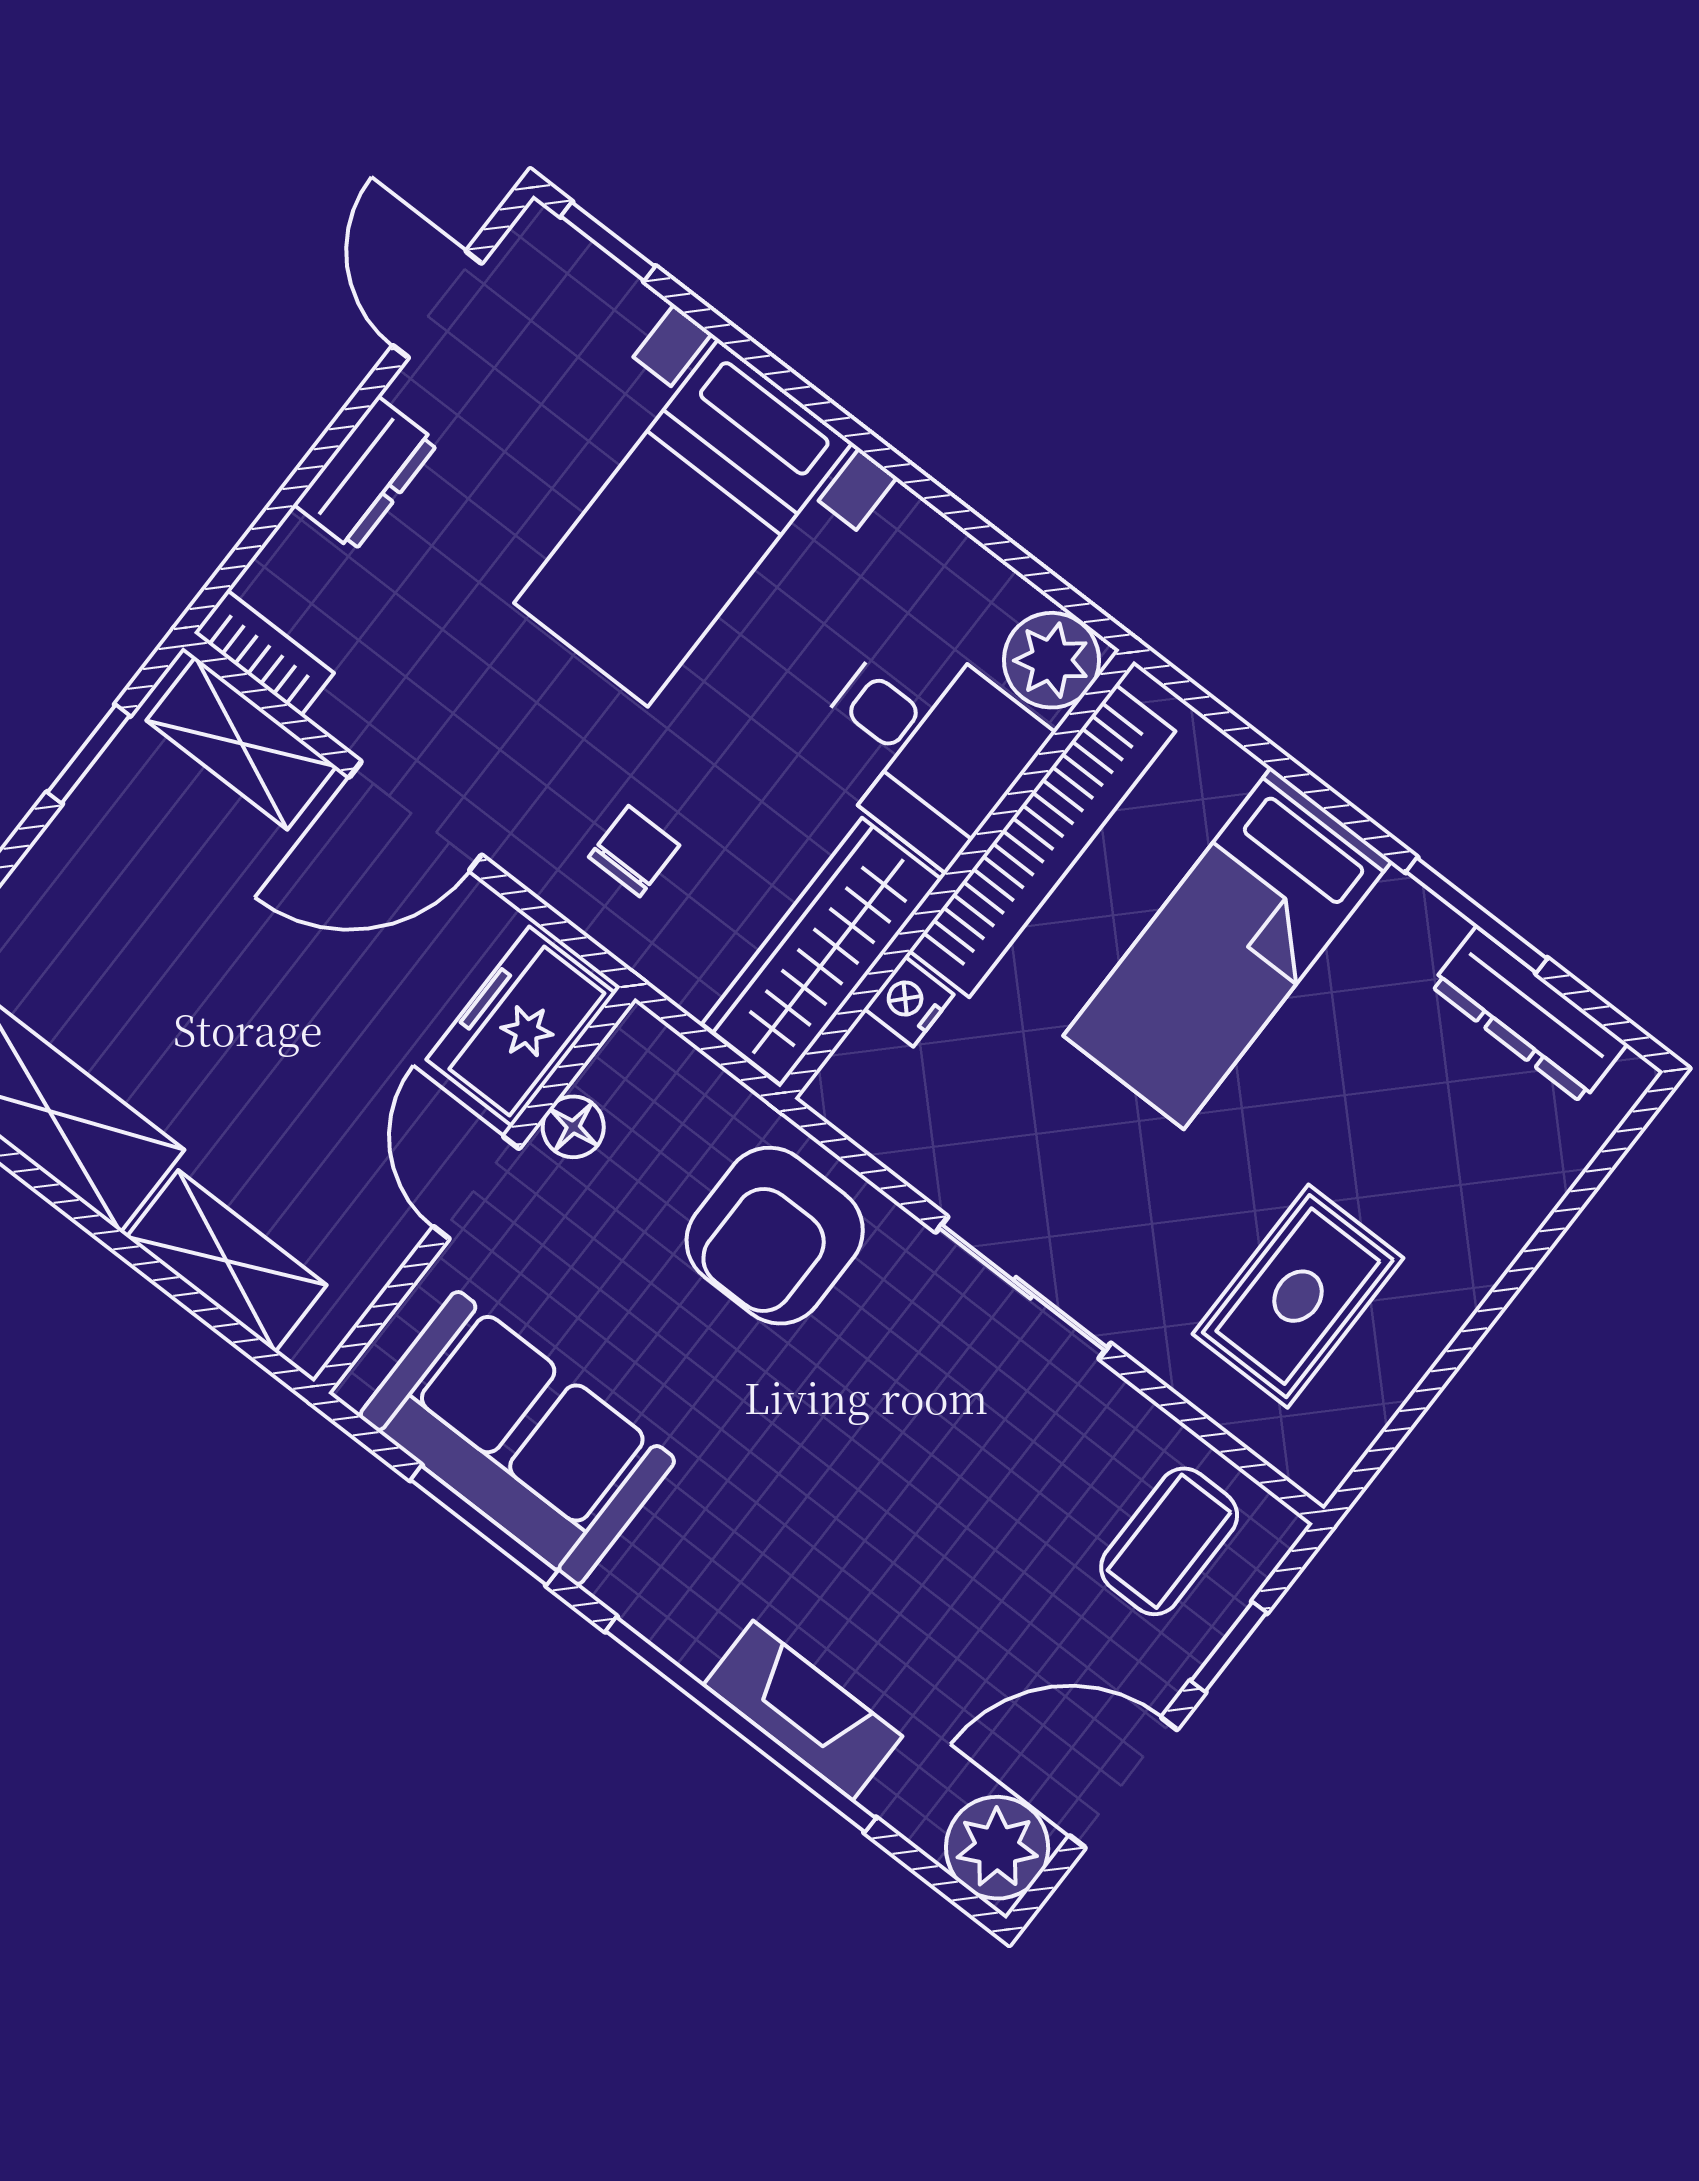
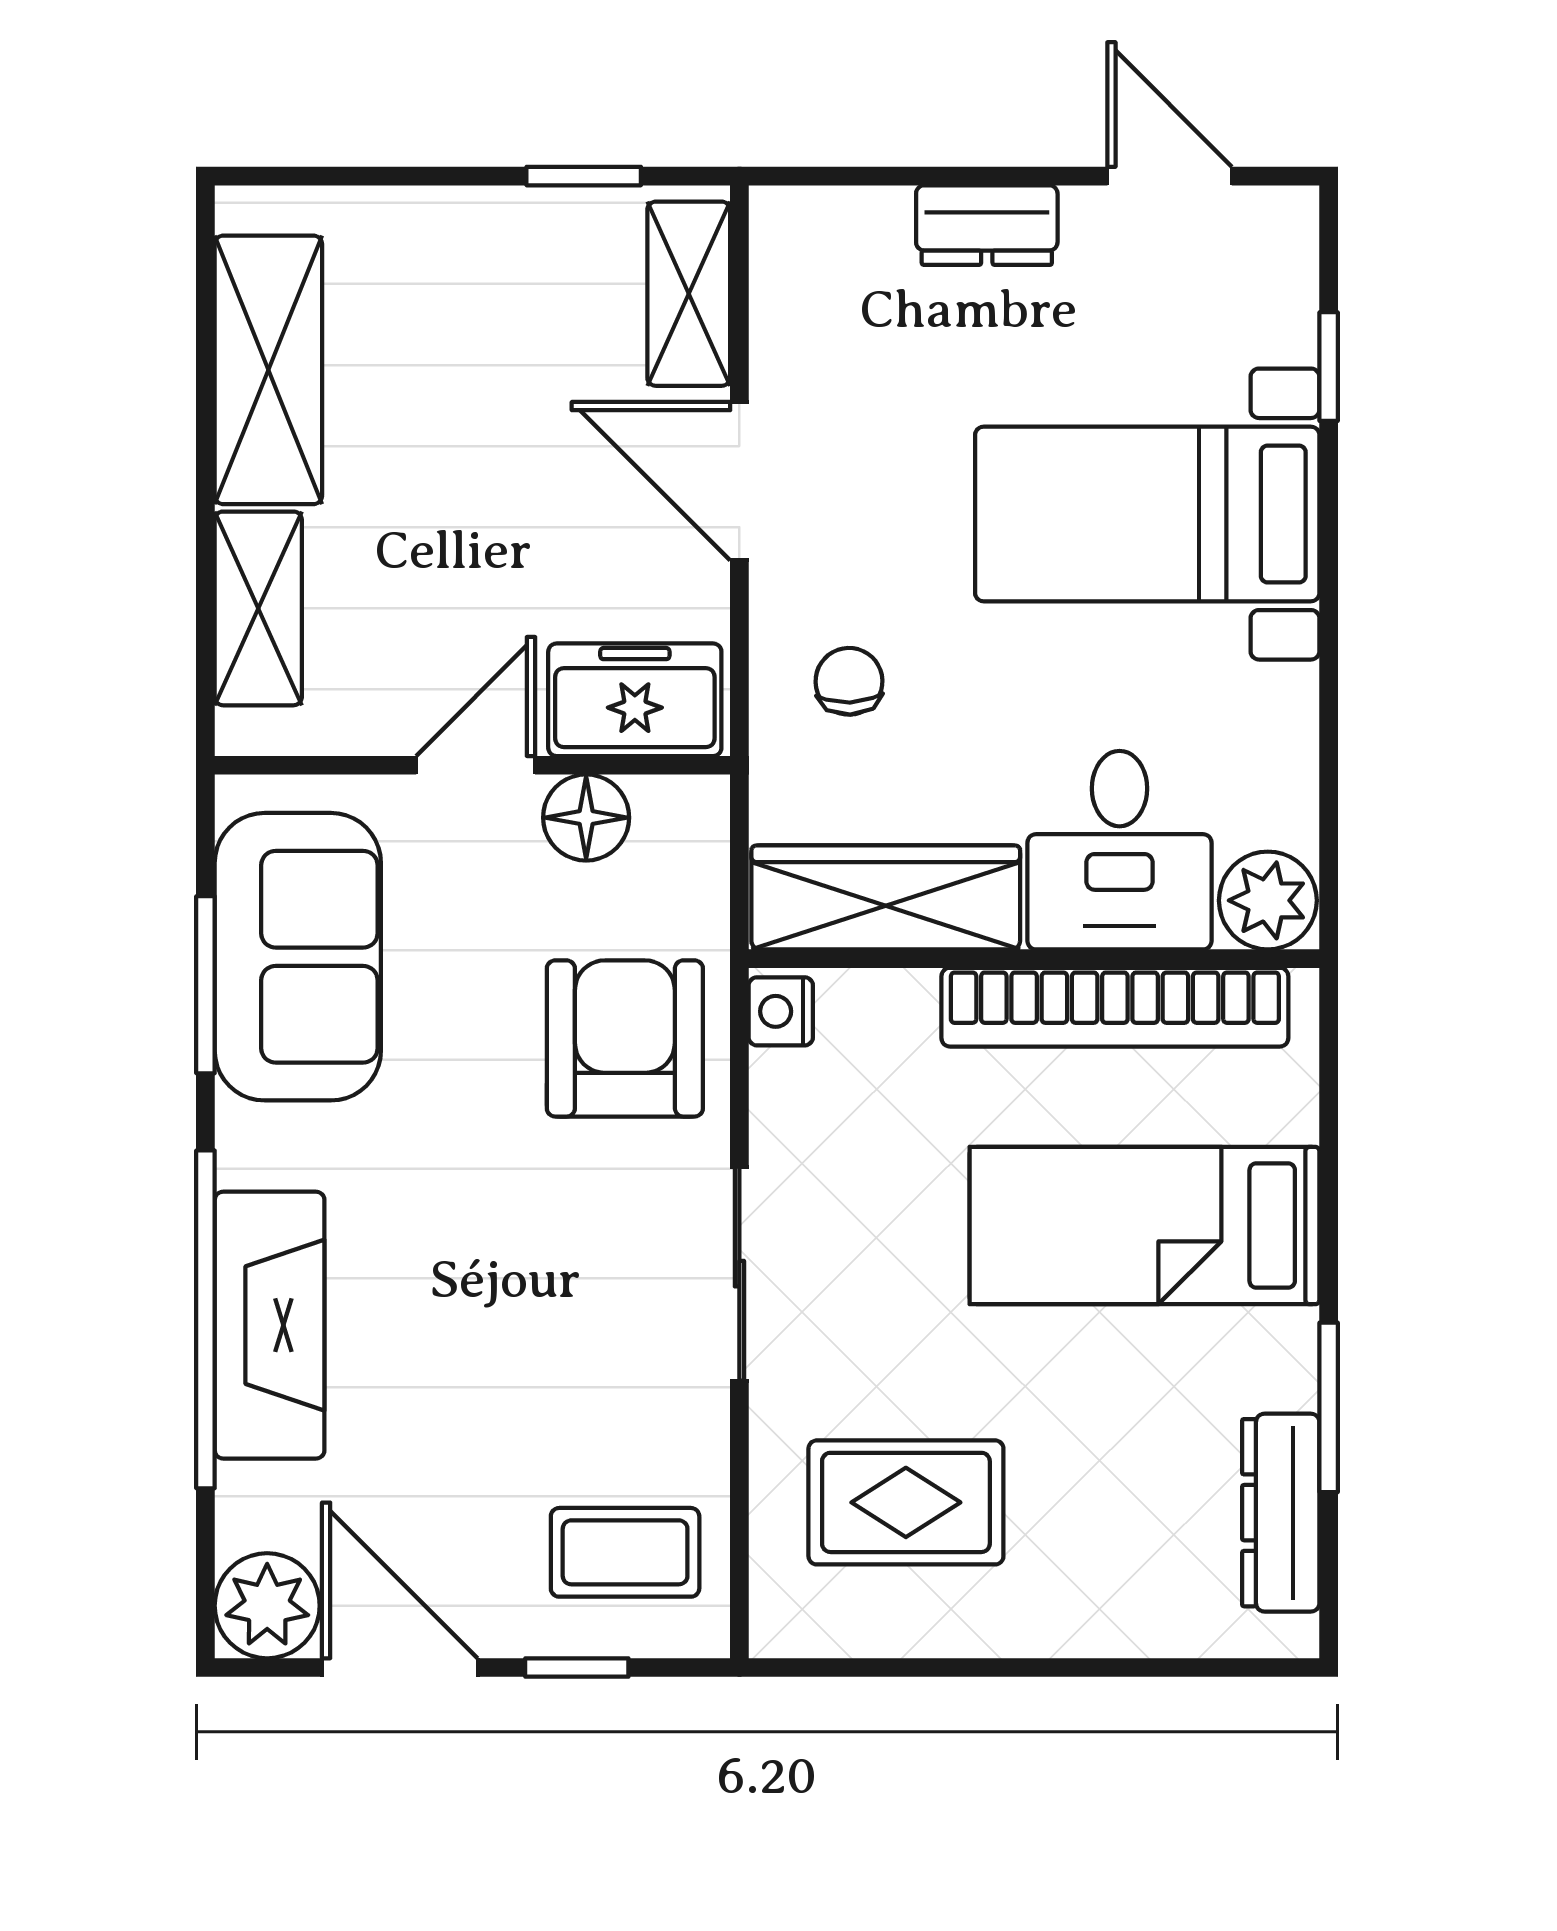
window: (608, 241) -> (1329, 367), moved
door: (437, 304) -> (1170, 176), hinge flipped
bookcase: (264, 653) -> (777, 255), removed
chair: (634, 851) -> (849, 681), turned -92
nightstand: (909, 1002) -> (781, 1011), moved, turned -90
floor lamp: (573, 1127) -> (586, 818), width x1.37, depth x1.37
armchair: (775, 1236) -> (625, 1038), turned 90
fireplace: (803, 1710) -> (270, 1325), width x1.37, depth x1.32

